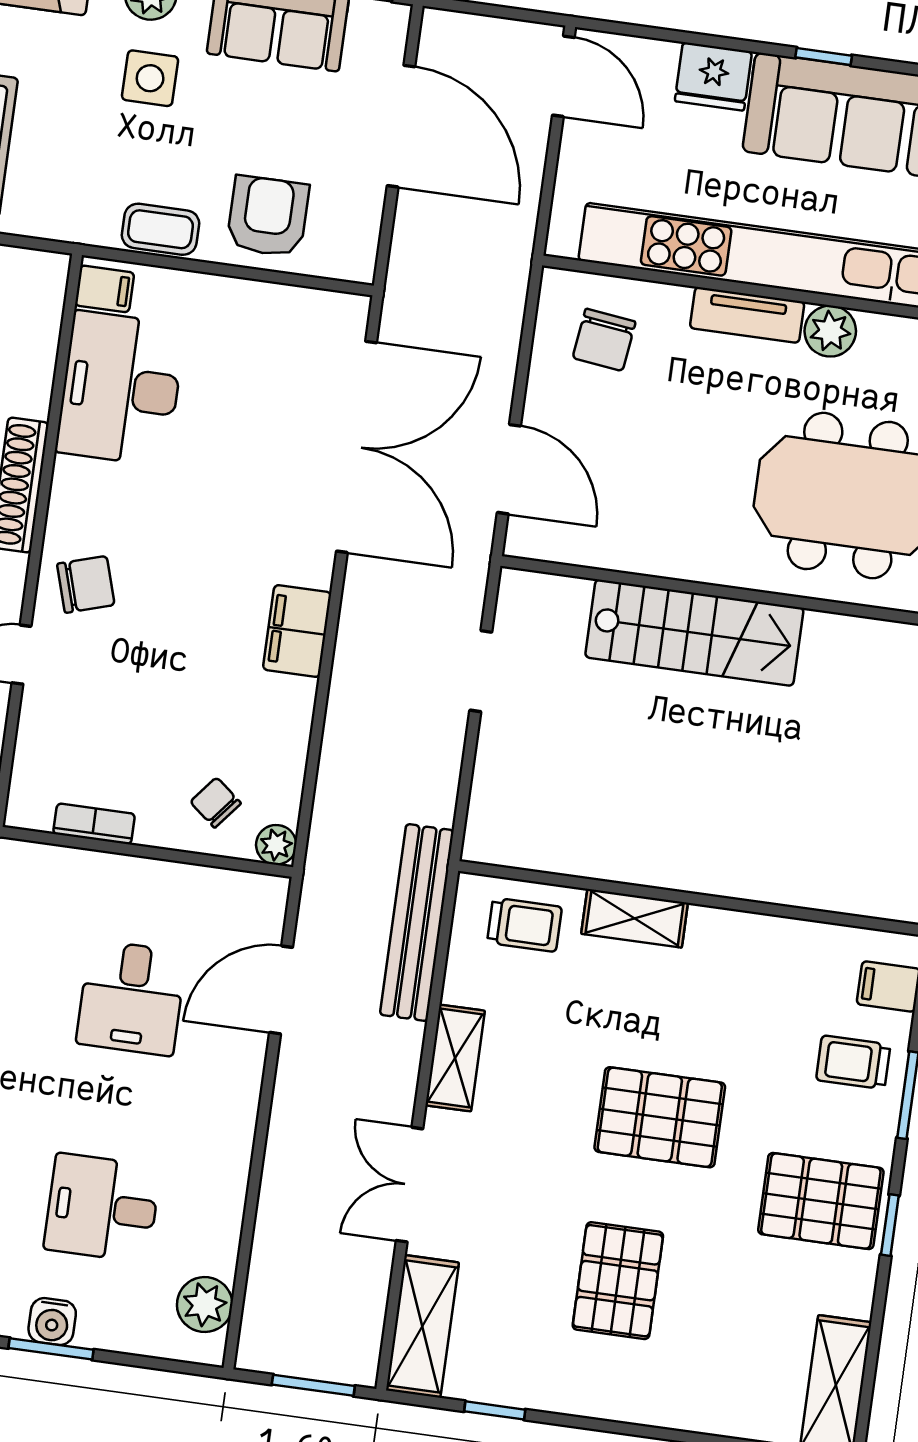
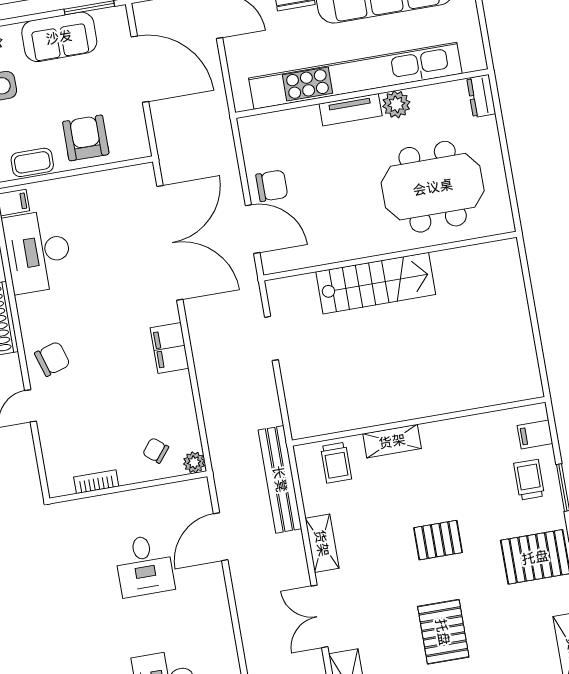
chair: (604, 340) -> (272, 186), moved, turned -97
trolley: (524, 925) -> (336, 463), turned 90
trolley: (853, 1062) -> (529, 480), turned 90
pallet: (660, 1117) -> (438, 540), width x0.67, depth x0.71

